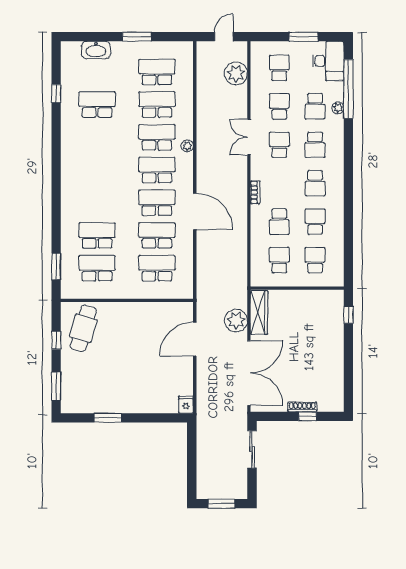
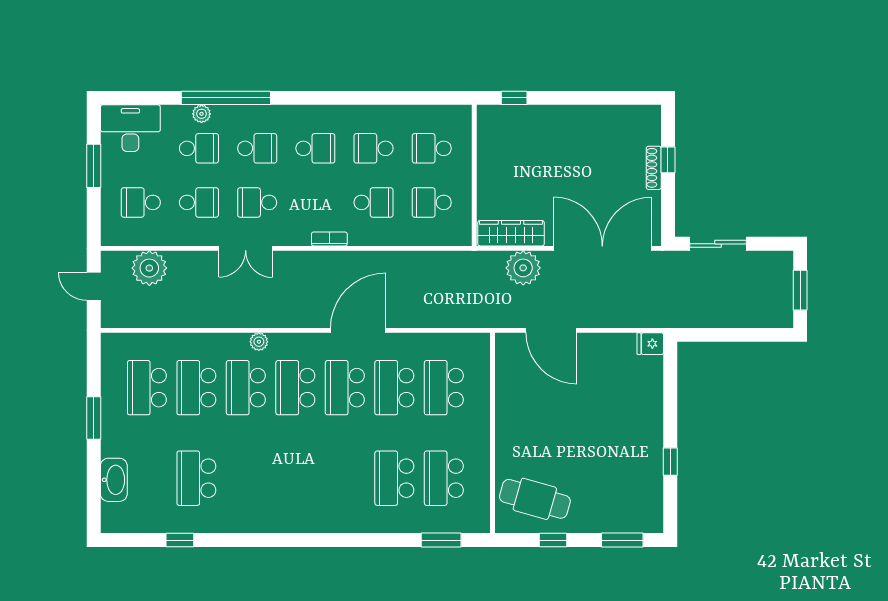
window: (348, 89) -> (226, 98), moved
school desk: (279, 106) -> (199, 202), turned 180
window: (108, 418) -> (670, 462), width x0.67

